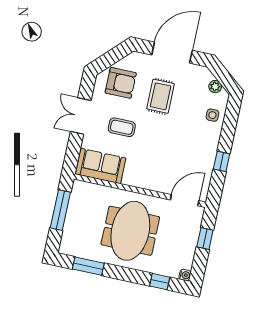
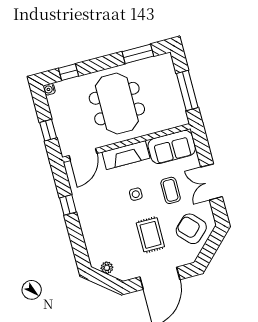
armchair: (121, 83) -> (191, 229), turned 46
side table: (212, 115) -> (136, 194), moved
double door: (81, 116) -> (211, 182), swing flipped
coffee table: (122, 127) -> (171, 190), turned 90
fireplace: (146, 180) -> (126, 155), added

